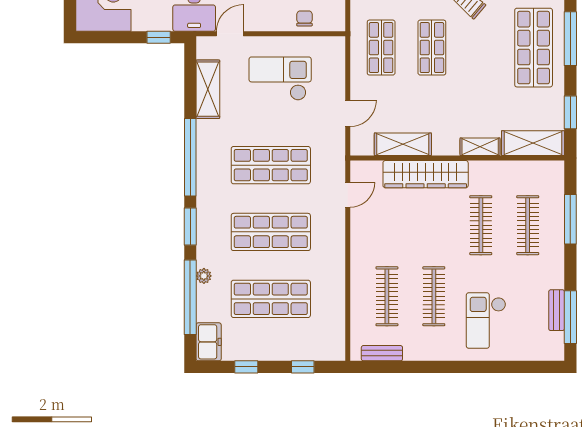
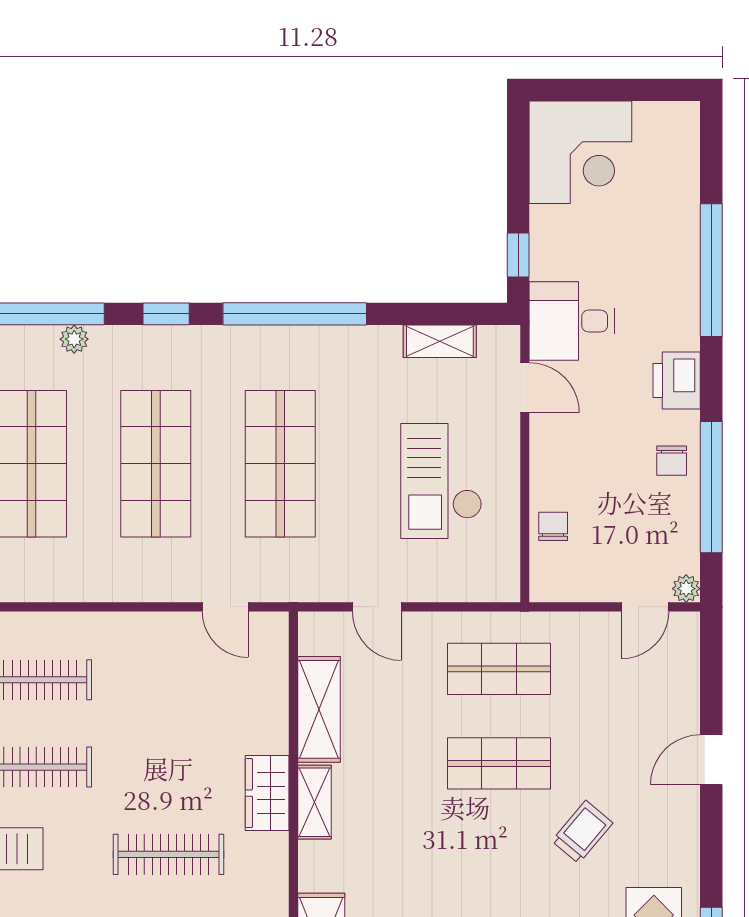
chair: (304, 18) -> (553, 526), turned -90
checkout: (280, 79) -> (441, 481), turned 180
shelving: (208, 89) -> (440, 341), width x0.67, depth x0.75
shelving: (480, 147) -> (314, 802), moved
wardrobe: (426, 174) -> (267, 793), width x0.48, depth x0.85
window: (190, 226) -> (166, 314), width x0.67

